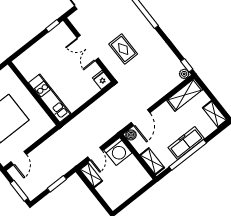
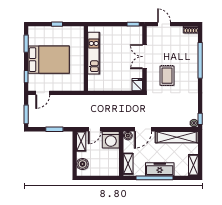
shelving: (185, 95) -> (177, 137), width x1.47
kitchen unit: (50, 98) -> (94, 53), moved
boiler: (109, 196) -> (82, 164), added

